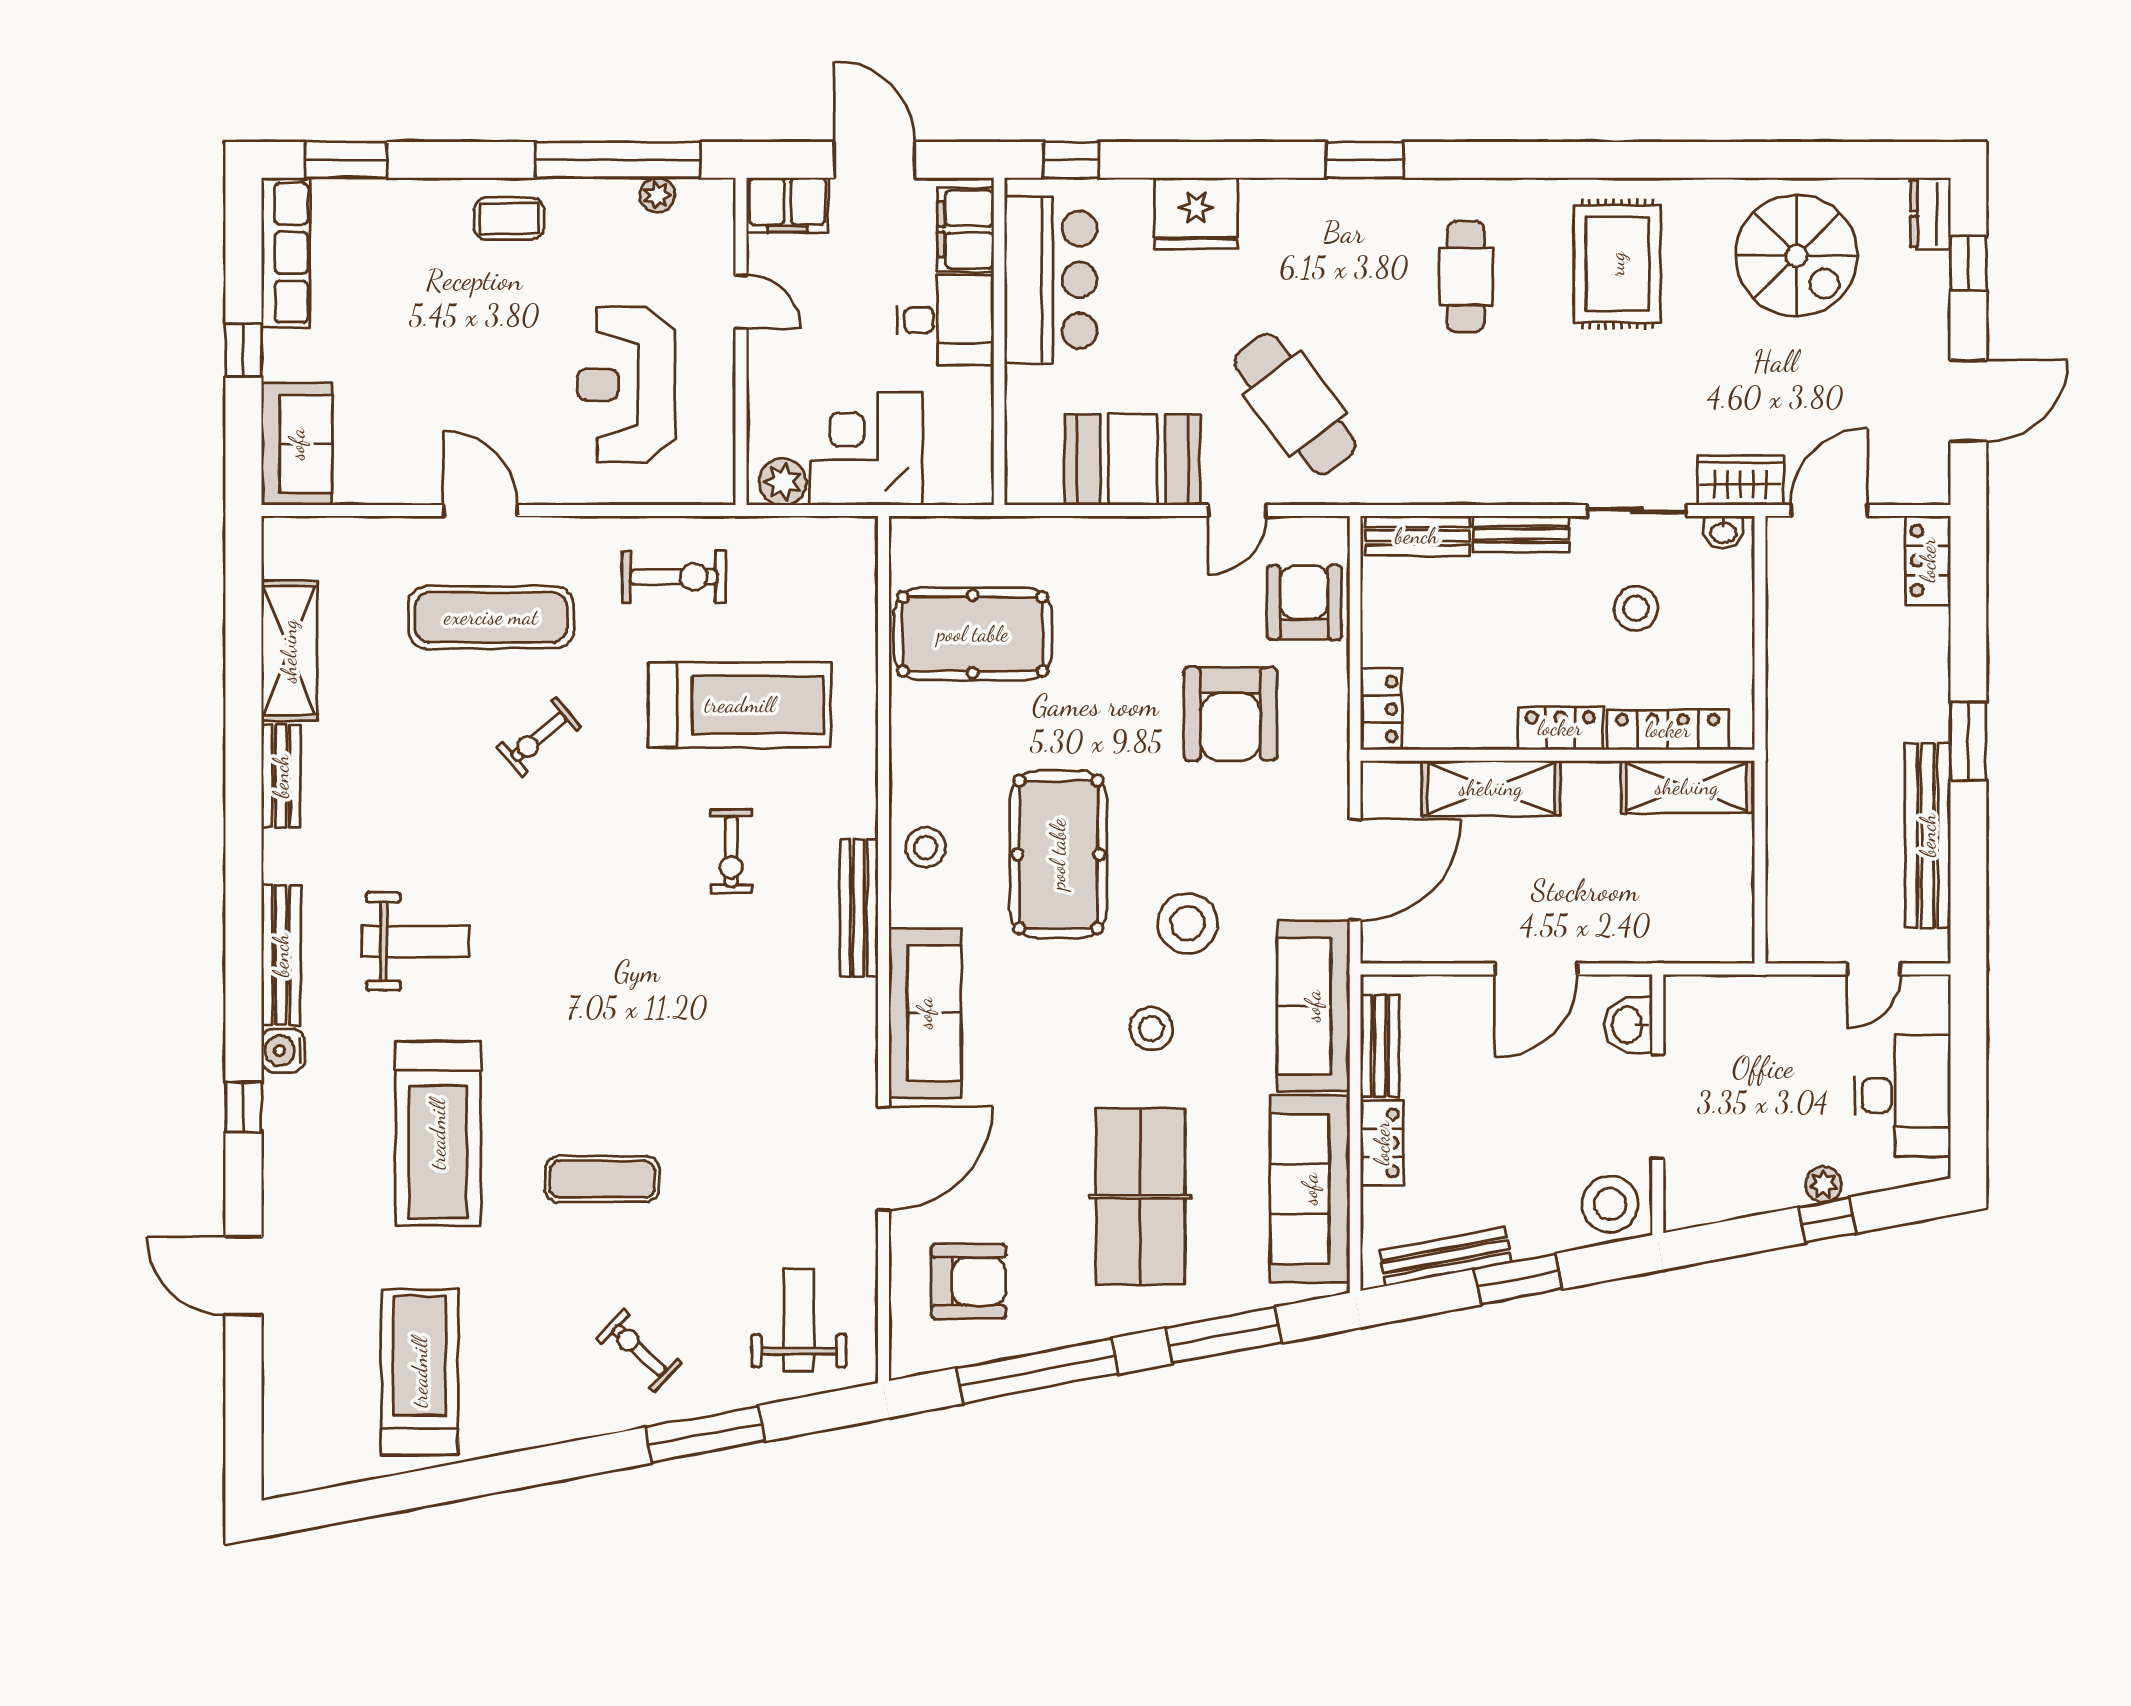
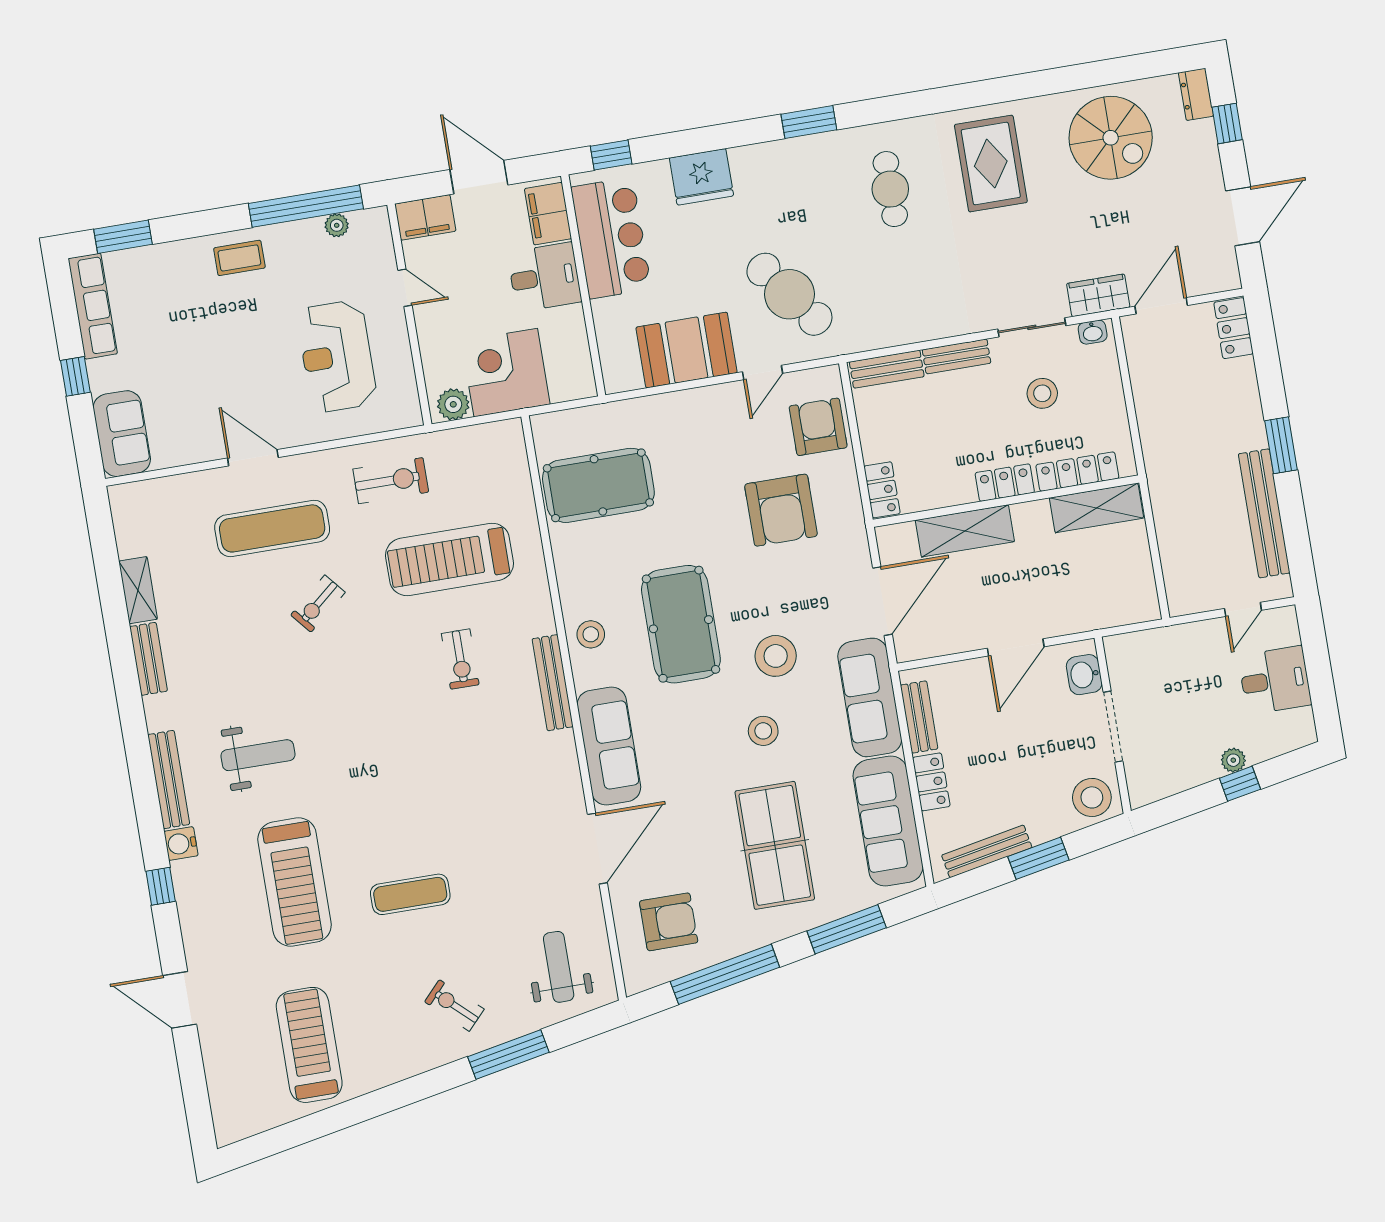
shelving: (289, 651) -> (138, 590), width x0.67, depth x0.75
treadmill: (740, 705) -> (450, 559), turned 180
desk: (1903, 1096) -> (1275, 680), width x0.73

